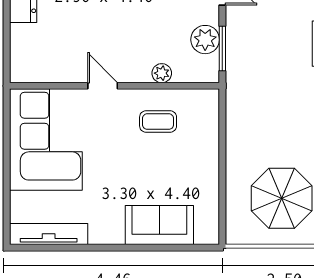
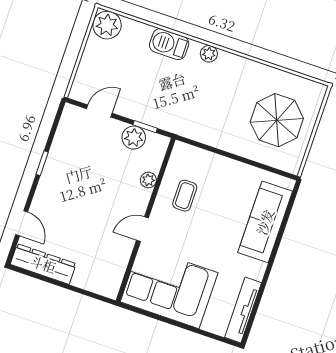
window: (222, 48) -> (145, 127), width x0.67
sofa: (159, 225) -> (265, 222), width x1.36

